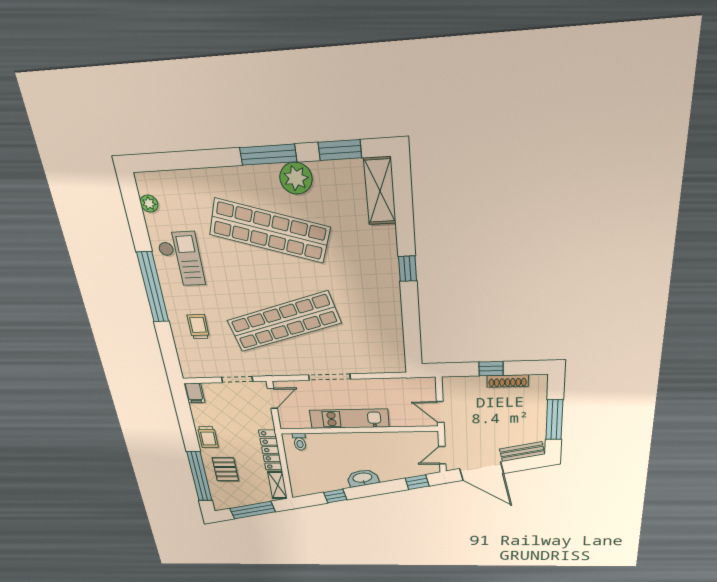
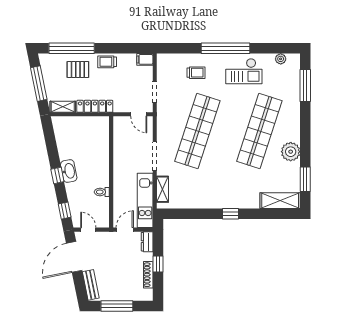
window: (268, 155) -> (305, 85), moved
shop shelf: (284, 322) -> (197, 131), turned 33
shelving: (377, 366) -> (163, 189), added
dresser: (457, 384) -> (147, 242), added
kitchen unit: (349, 419) -> (145, 200), moved, turned 180
toilet: (300, 442) -> (102, 192), moved
window: (335, 496) -> (57, 175), moved

